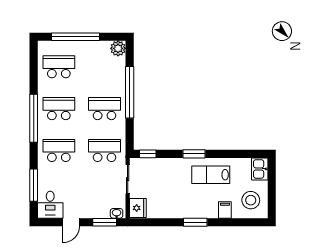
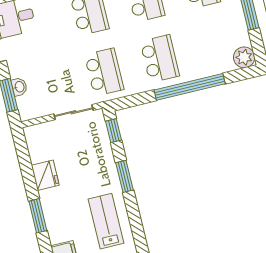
window: (194, 154) -> (125, 176), moved
fridge: (138, 208) -> (45, 175), moved, turned -90
washbasin: (117, 213) -> (19, 87), moved

